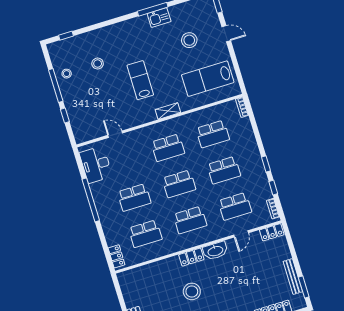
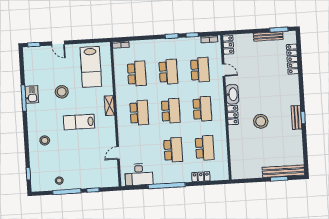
door: (226, 34) -> (58, 43), swing flipped
stool: (189, 40) -> (62, 92), moved
stool: (98, 64) -> (45, 140), moved
locker: (116, 256) -> (201, 177), moved

